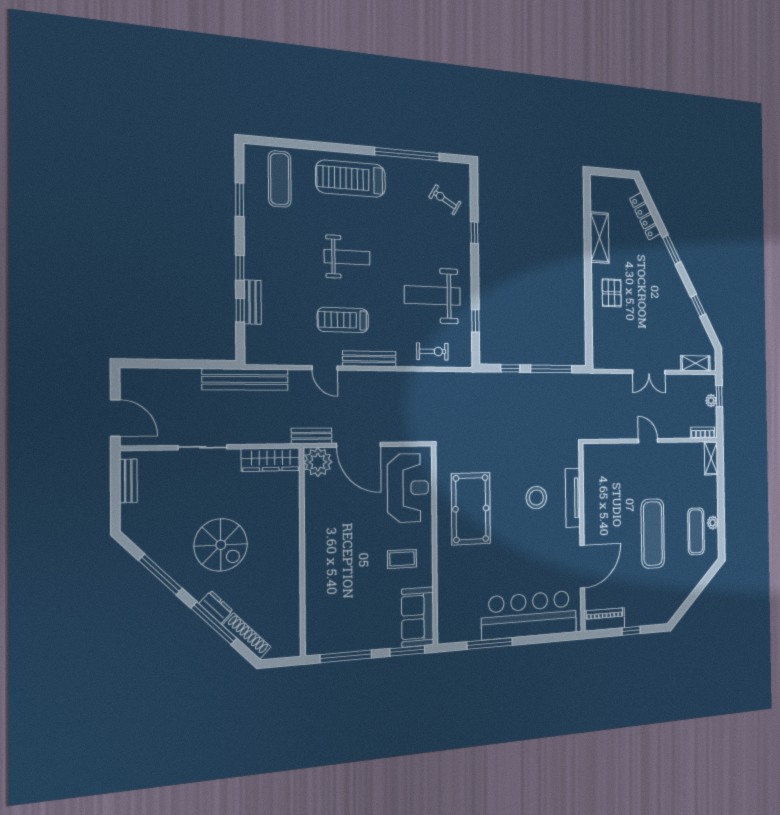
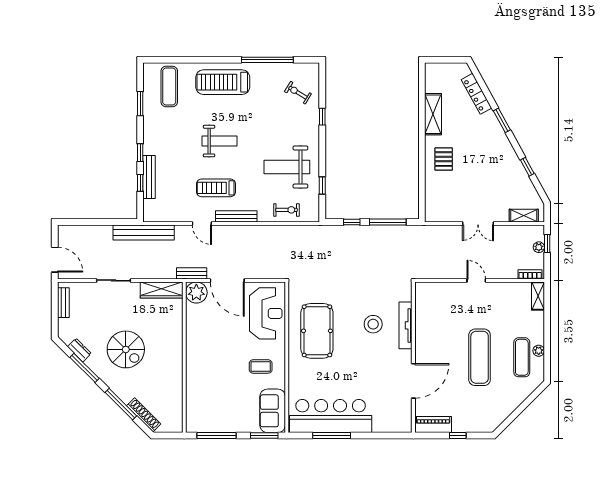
bench: (253, 302) -> (149, 177), width x1.36
dresser: (216, 607) -> (79, 350), moved
bar counter: (529, 615) -> (331, 416), moved

